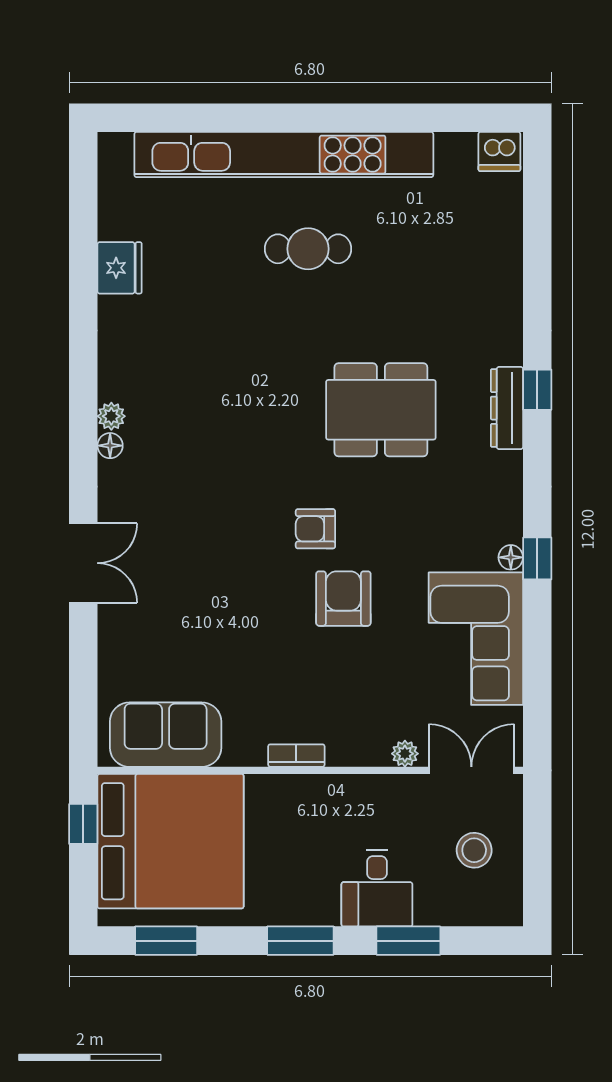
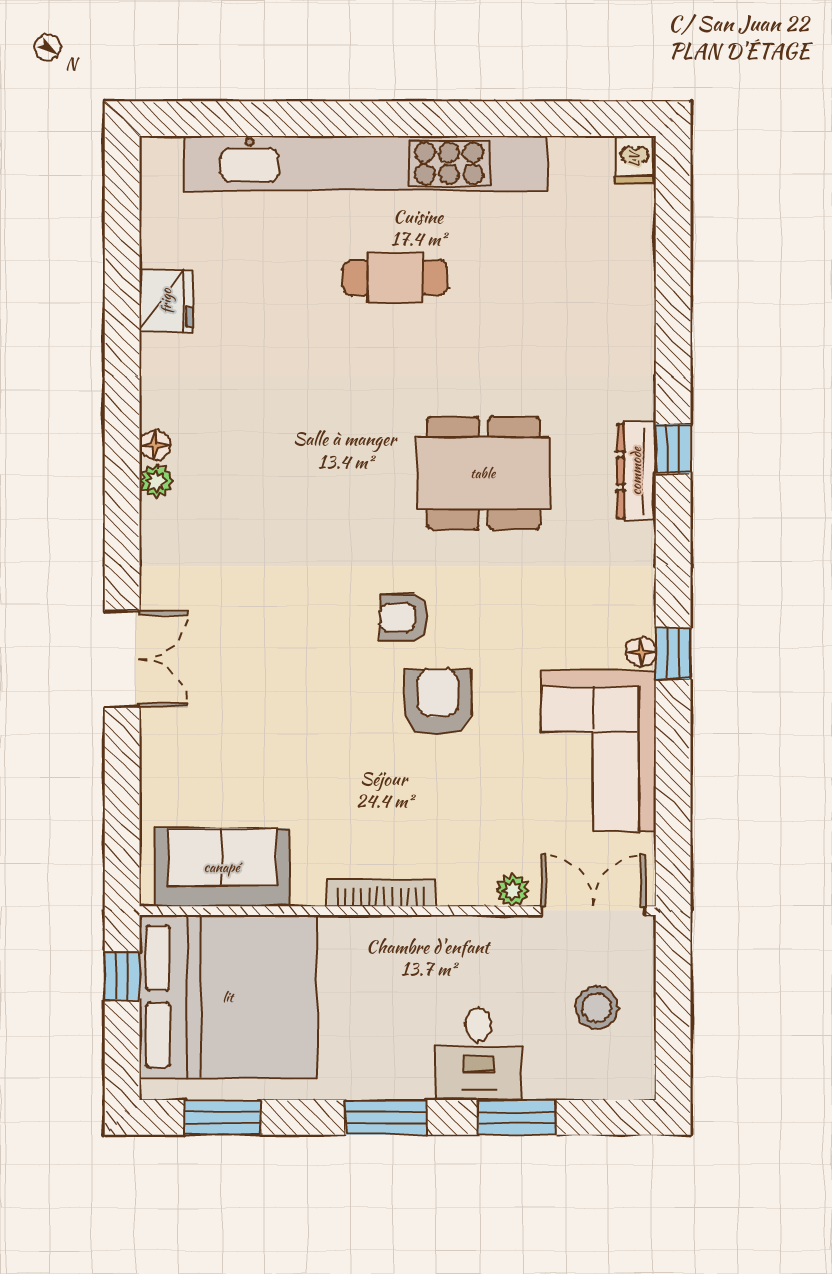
dishwasher: (499, 151) -> (634, 160), width x0.73
floor lamp: (110, 446) -> (155, 445), moved
bookcase: (296, 756) -> (381, 893), width x1.56

